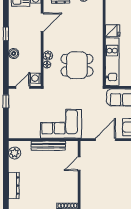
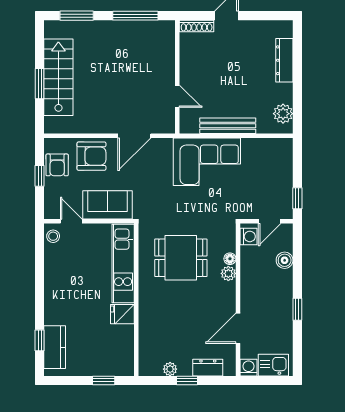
boiler: (14, 54) -> (285, 260), moved
door: (79, 164) -> (177, 96), hinge flipped

